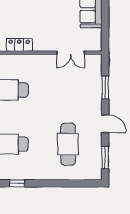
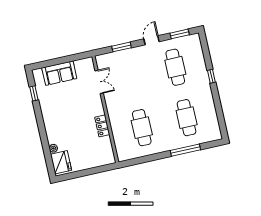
cafe table: (68, 144) -> (175, 67), turned 90
window: (17, 183) -> (211, 76), moved

